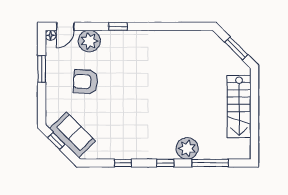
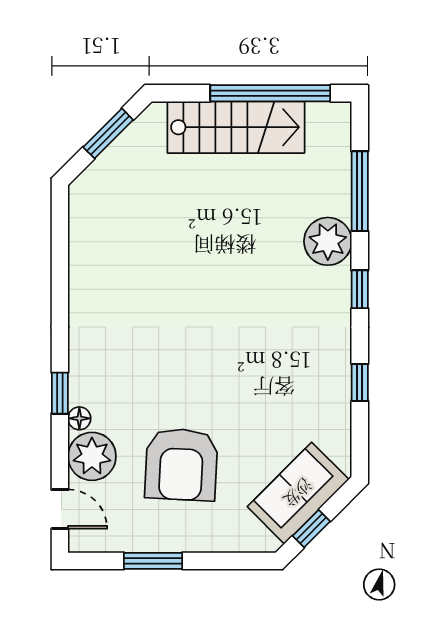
floor lamp: (50, 35) -> (79, 418), moved
armchair: (86, 82) -> (181, 464), width x1.36, depth x1.36
window: (255, 122) -> (270, 93), added

